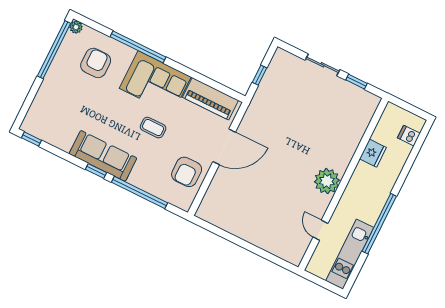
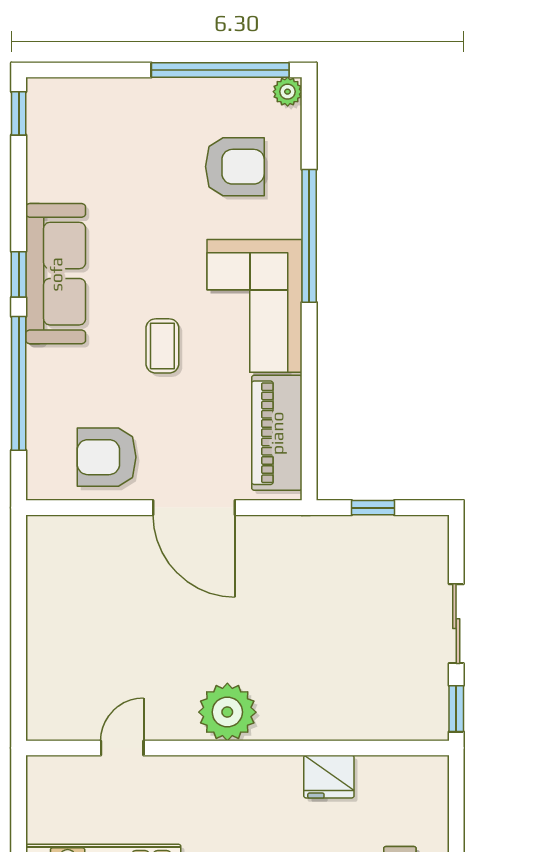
fridge: (373, 153) -> (329, 777), moved
plant: (327, 181) -> (227, 712), moved
wall: (343, 184) -> (237, 748), moved
door: (321, 230) -> (122, 748), moved

